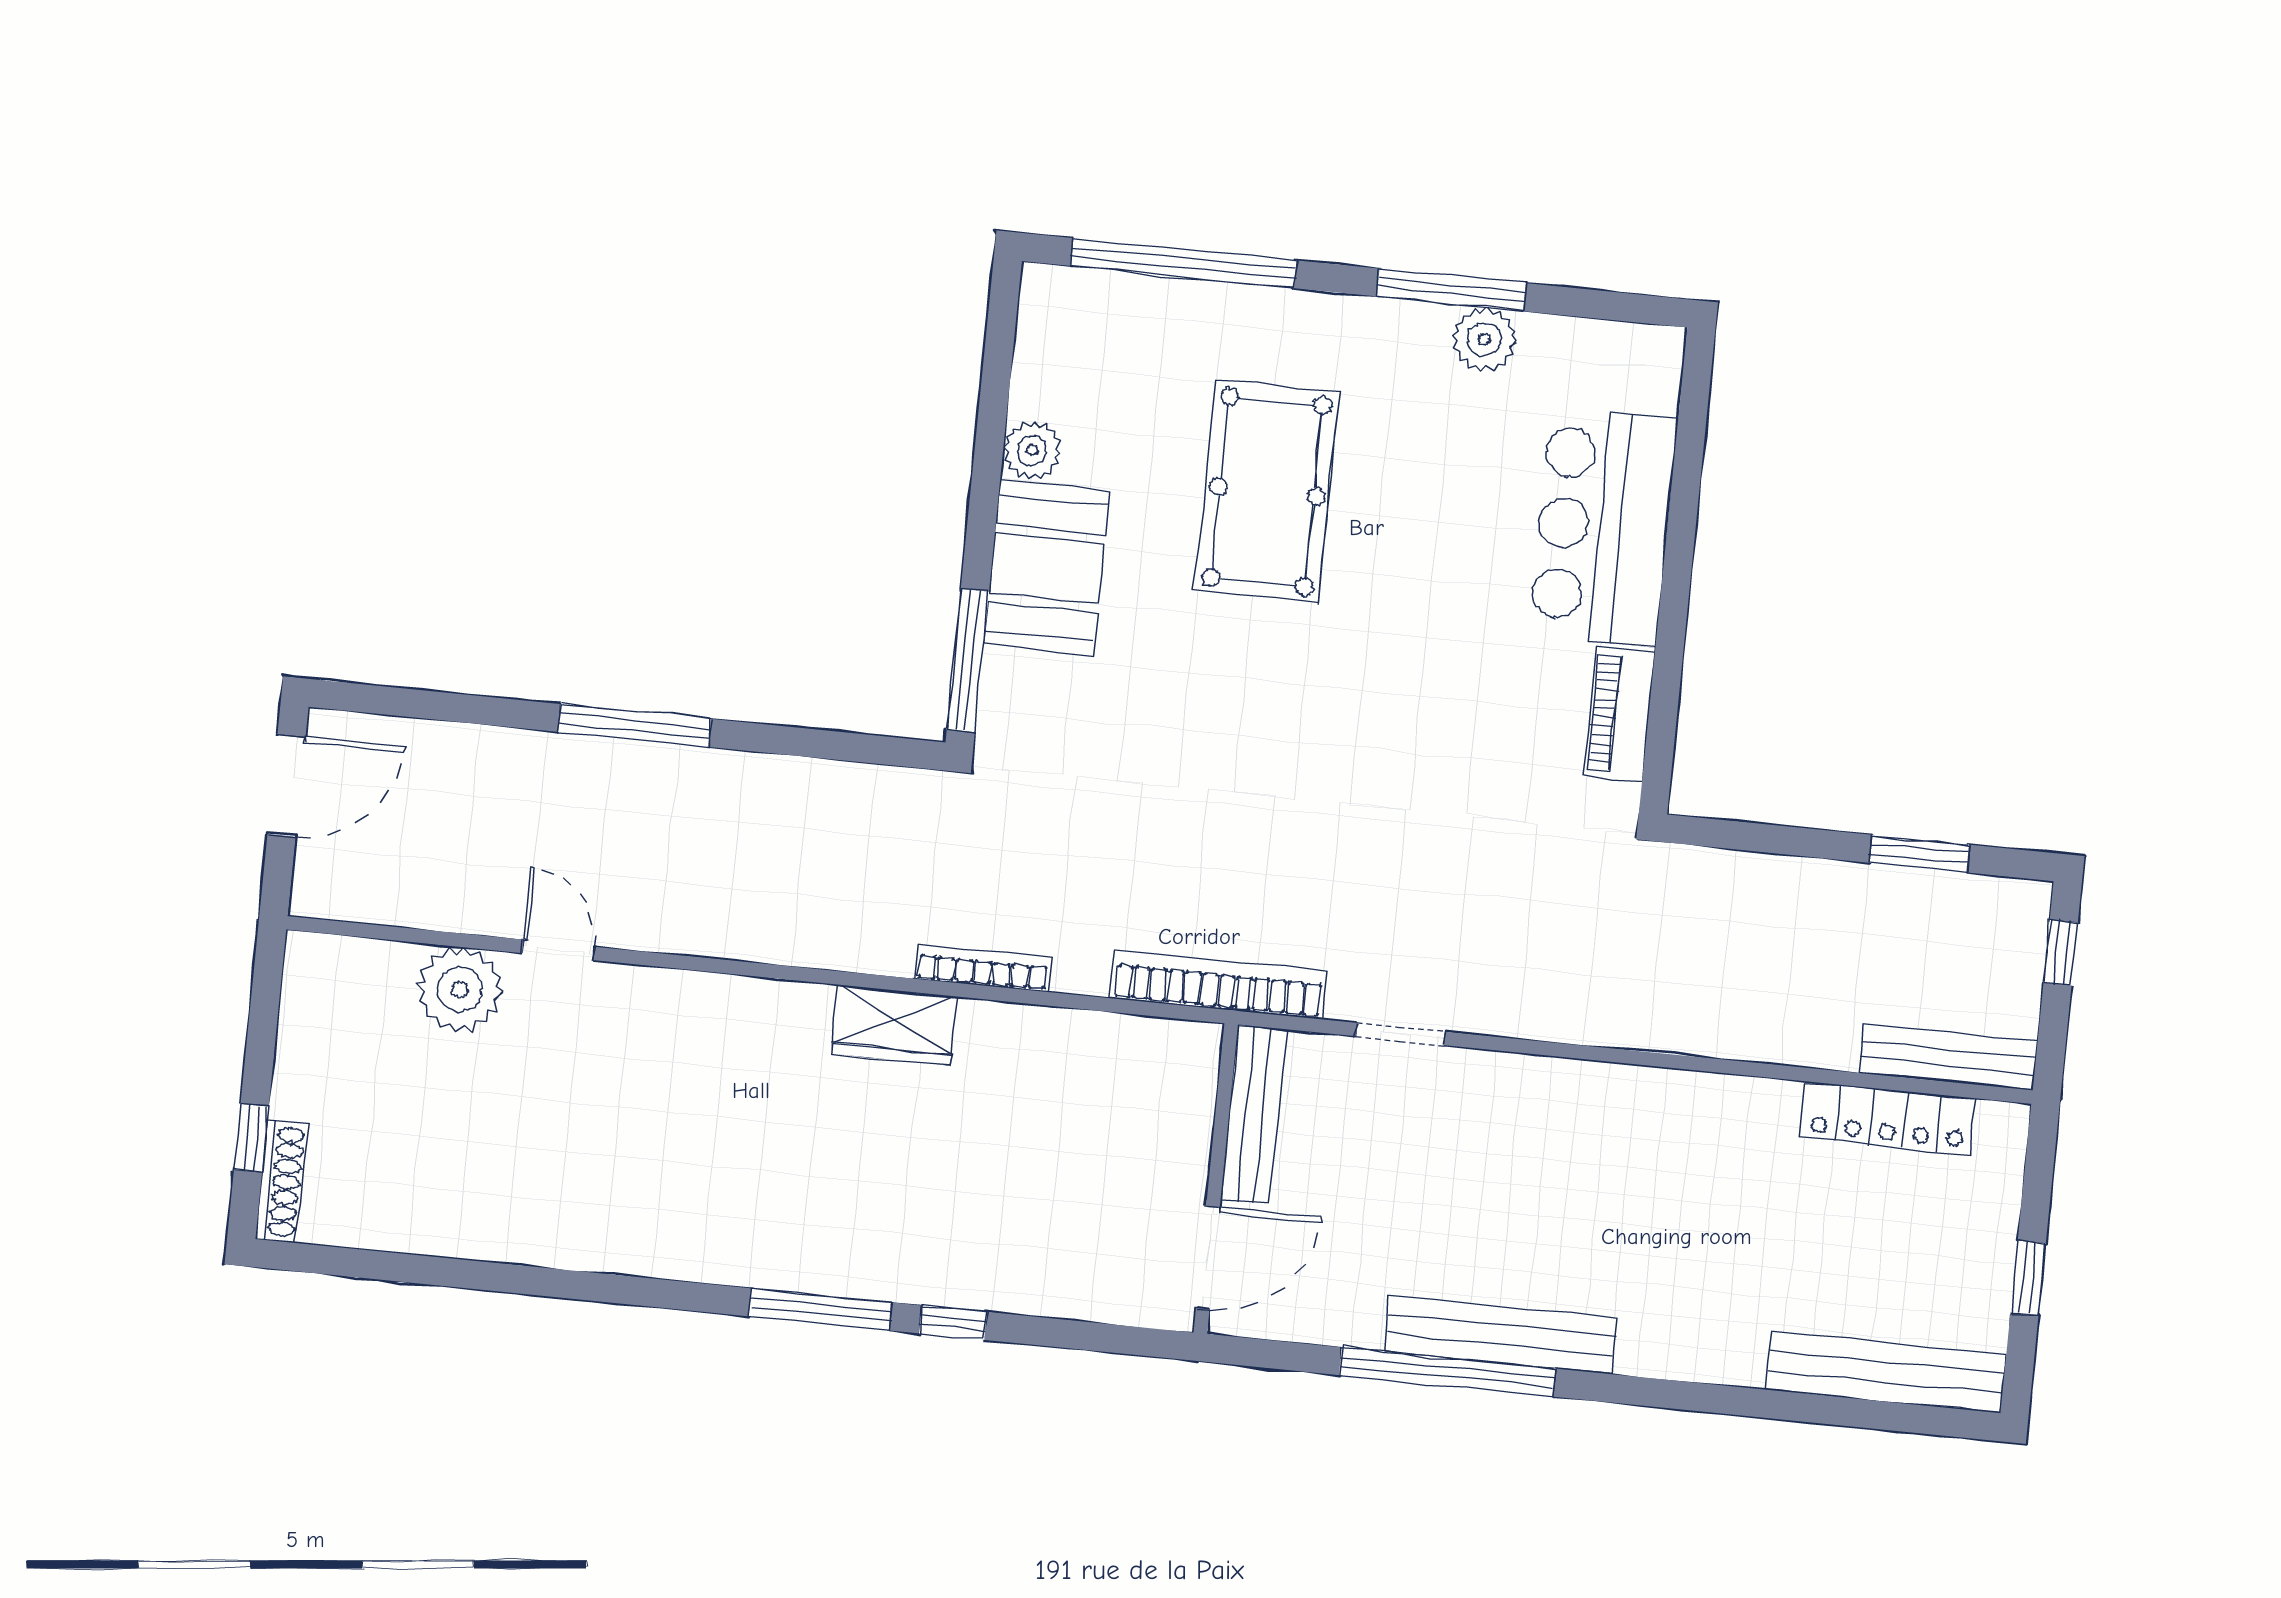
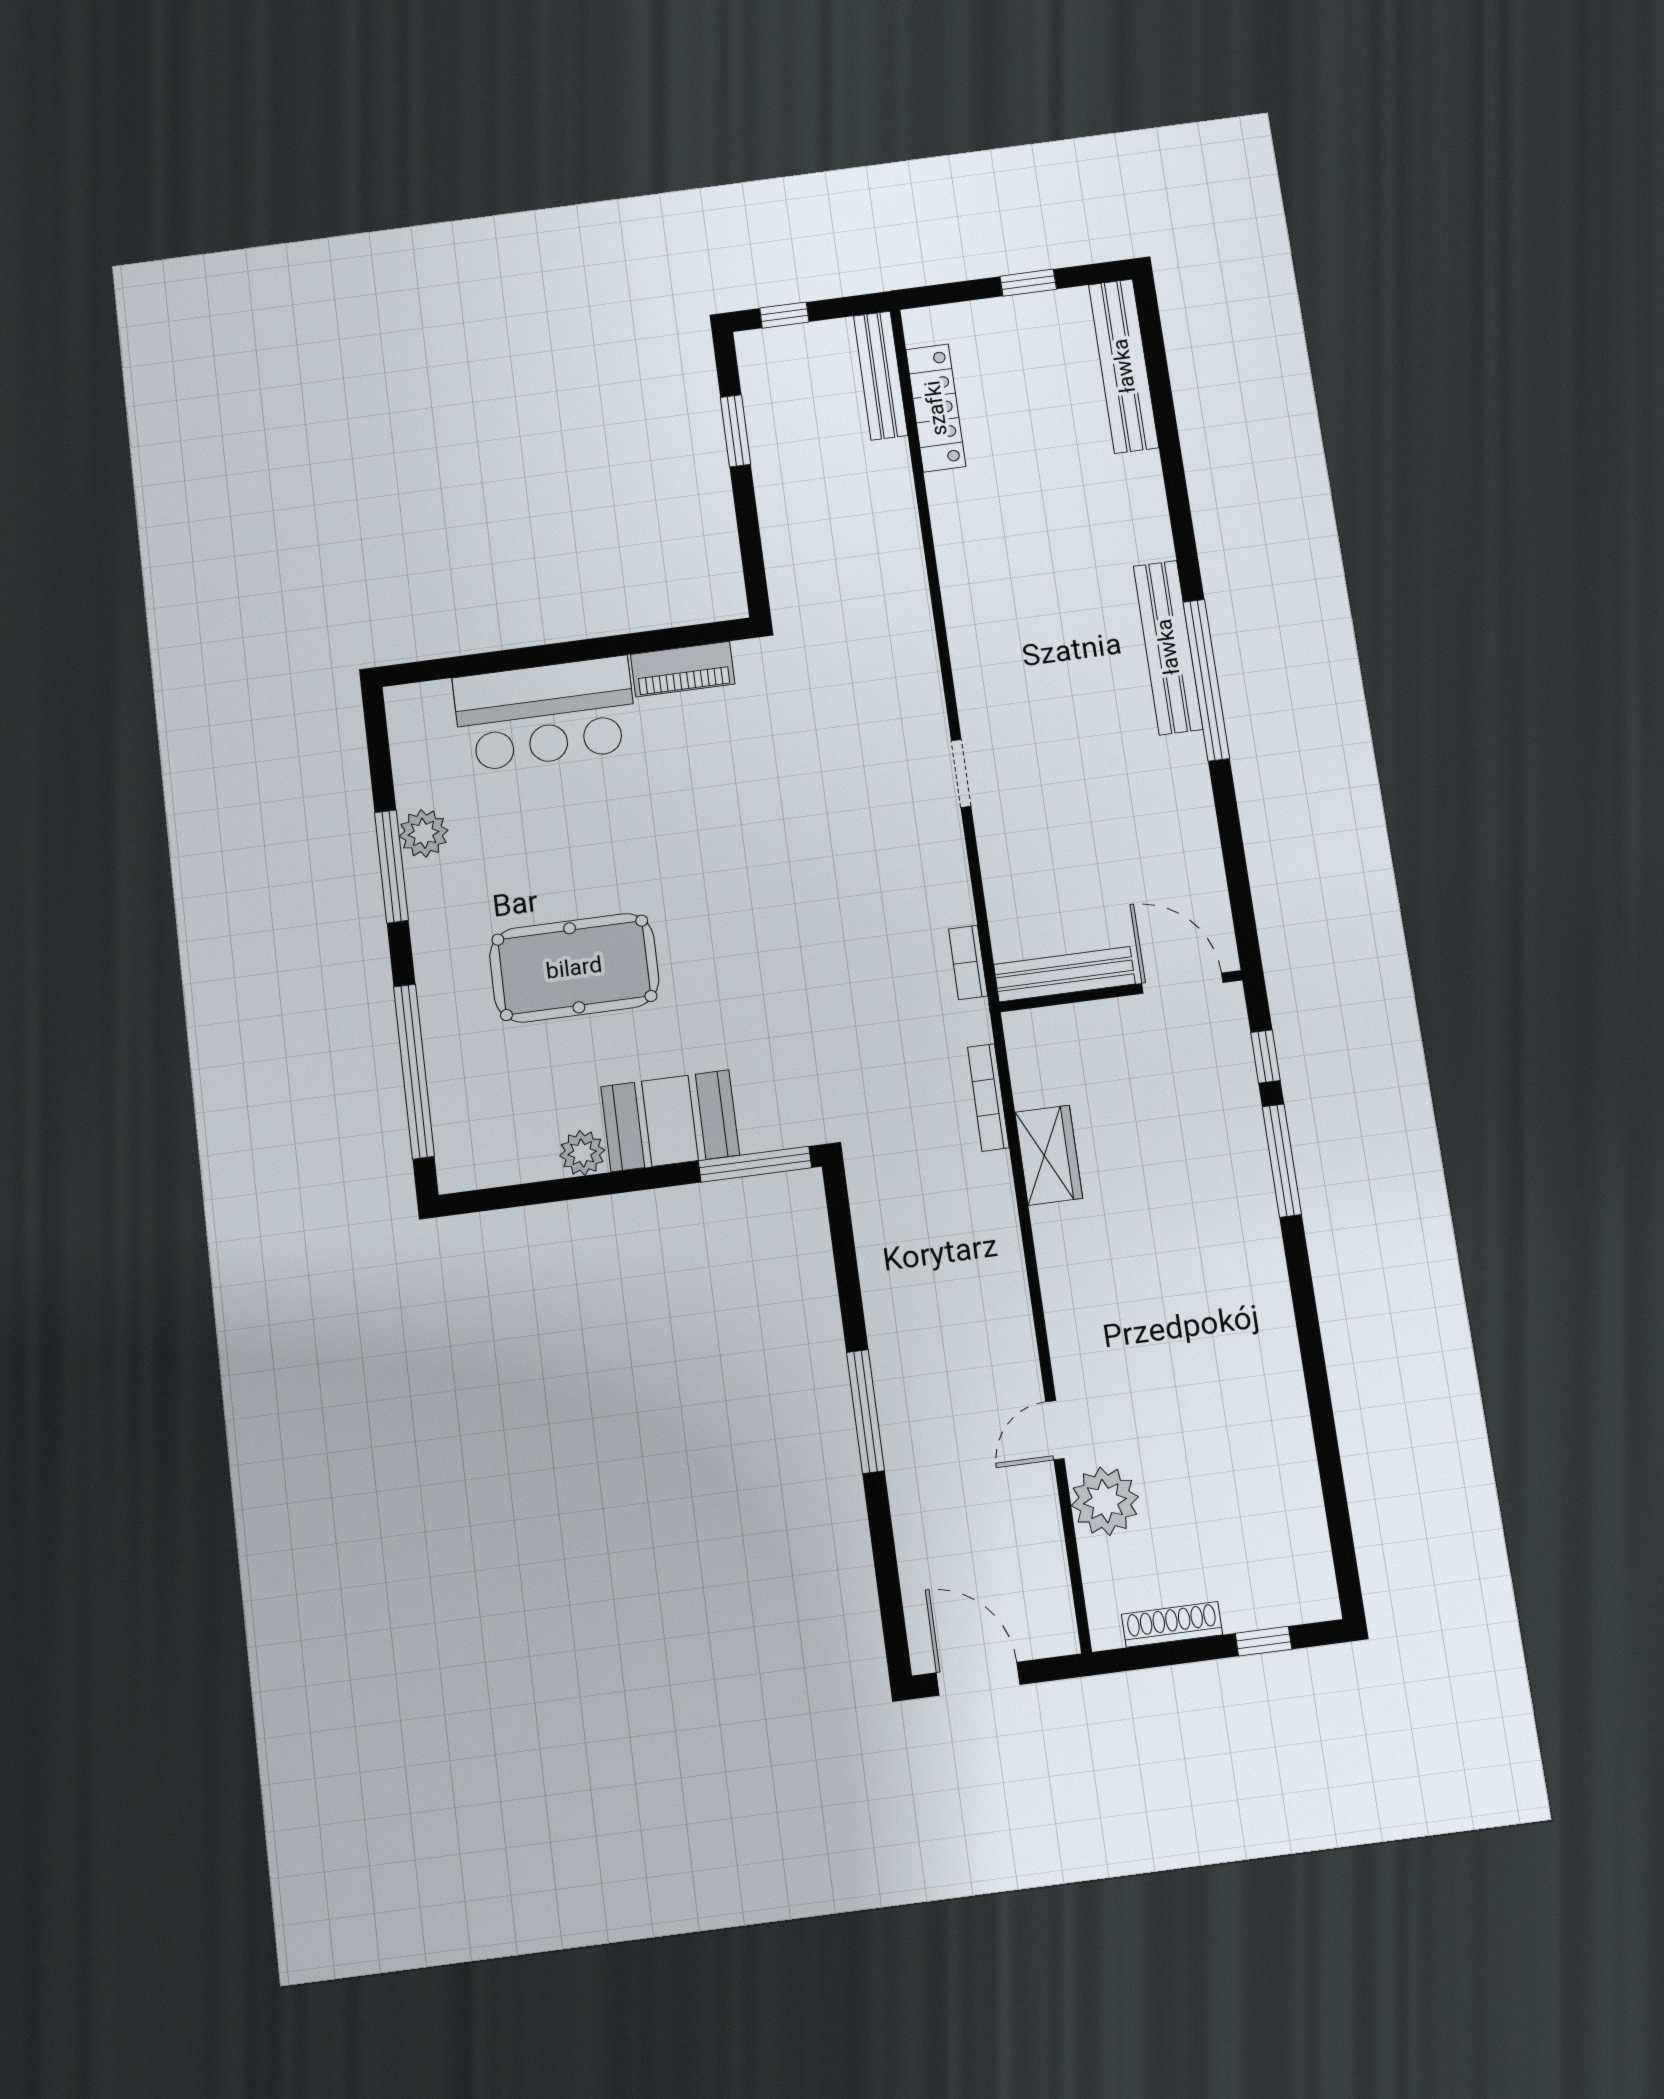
bookcase: (1219, 985) -> (968, 962), width x0.43, depth x0.76
bench: (1254, 1114) -> (1064, 974), moved
wall: (1216, 1179) -> (1121, 991), moved
shoe rack: (281, 1181) -> (1172, 1624), moved
door: (1208, 1258) -> (1182, 983), moved

